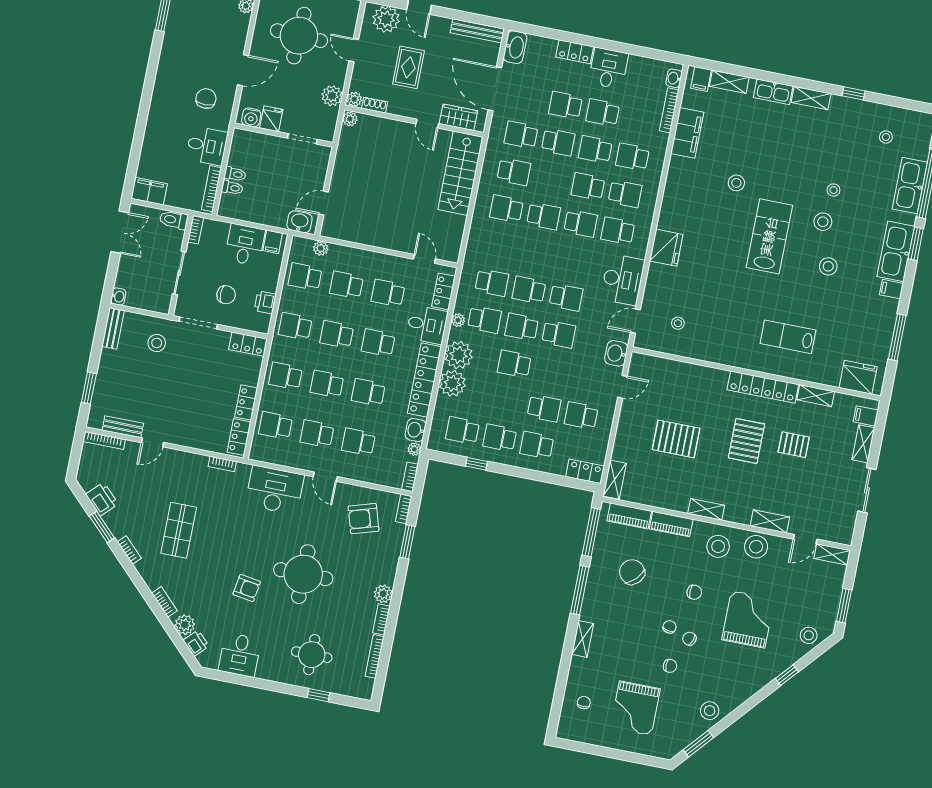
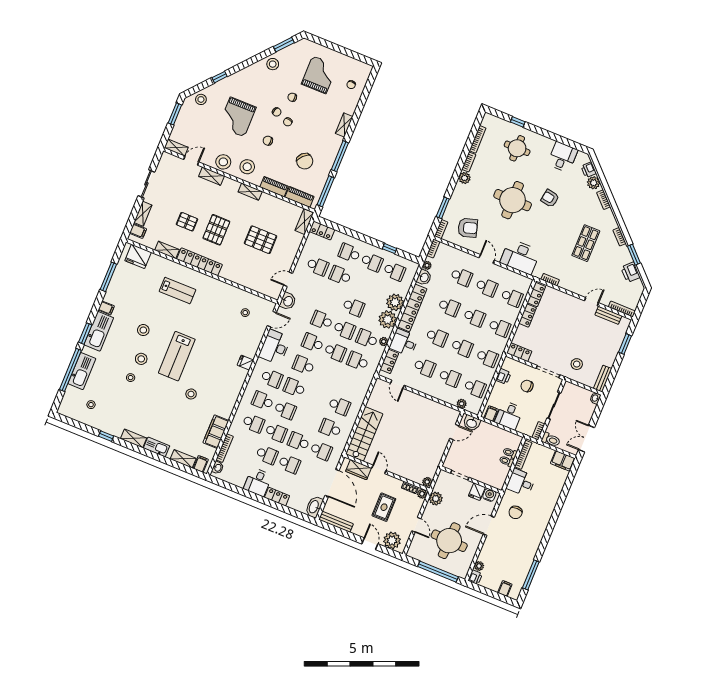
school desk: (544, 216) -> (303, 365), moved
fridge: (666, 248) -> (245, 363), width x0.53, depth x0.75
school desk: (537, 445) -> (349, 253), turned 180

